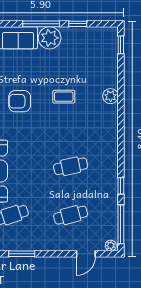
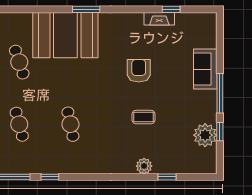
plant: (50, 38) -> (205, 135), moved
window: (121, 45) -> (167, 177), moved
coffee table: (64, 97) -> (143, 117), turned 90

